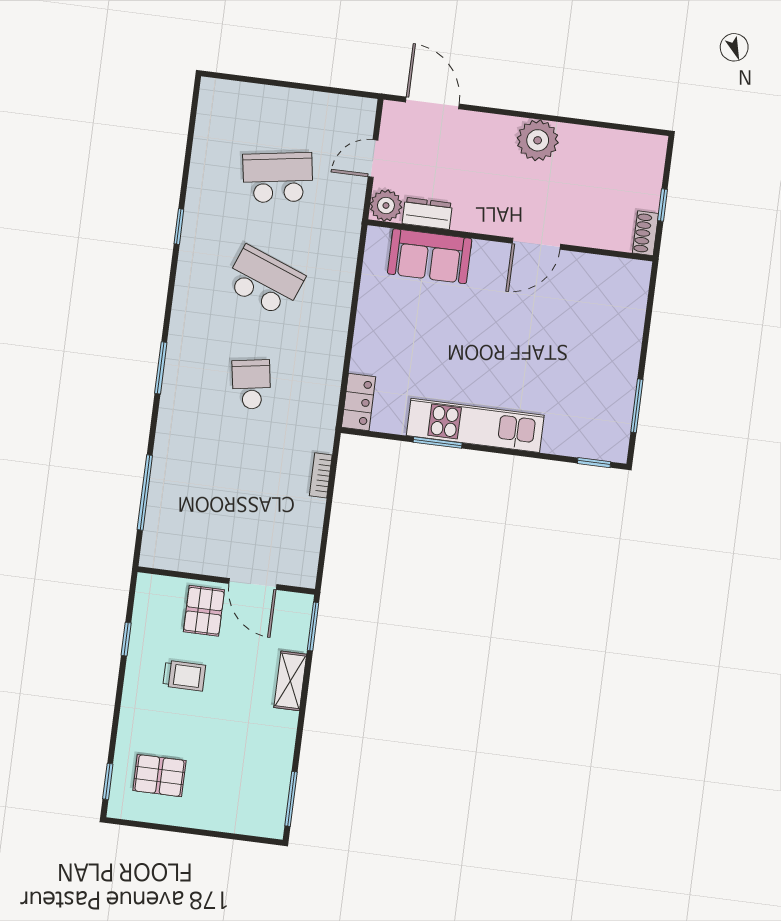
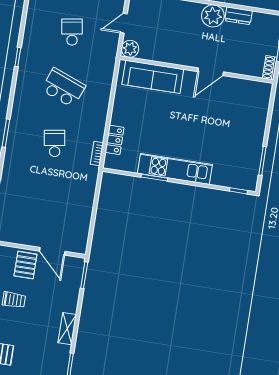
school desk: (278, 177) -> (72, 32), width x0.54
dresser: (427, 213) -> (239, 16), moved, turned 180
sofa: (430, 256) -> (153, 77), width x1.36
locker: (359, 402) -> (115, 140), moved
bookcase: (321, 475) -> (97, 154), moved
shelving: (290, 681) -> (67, 329), moved

